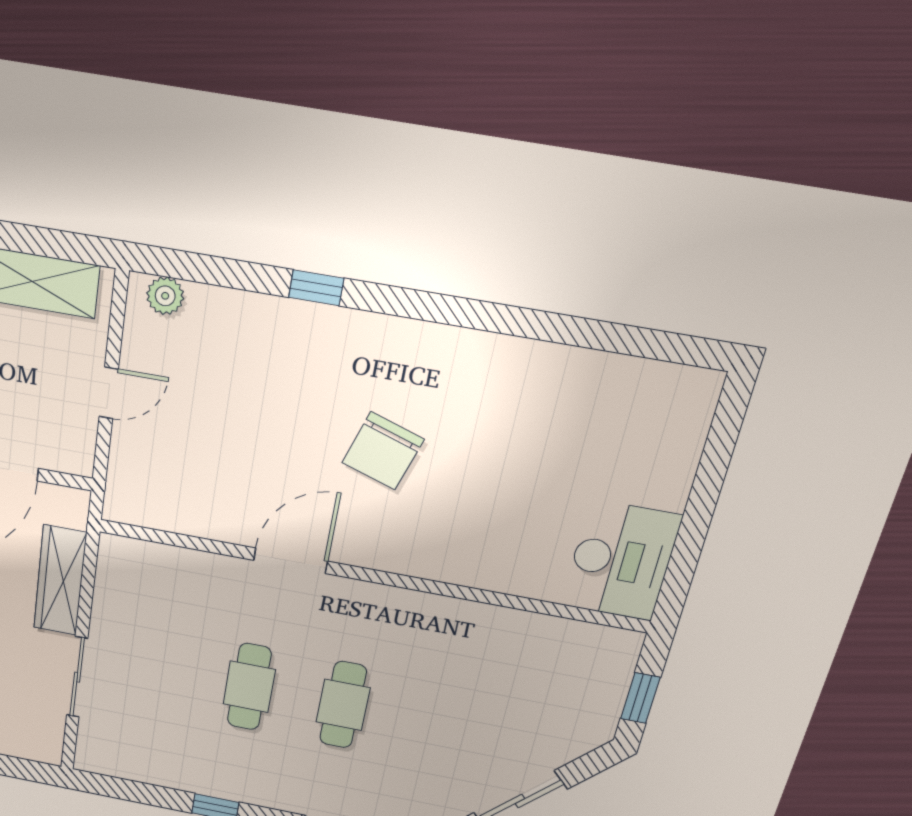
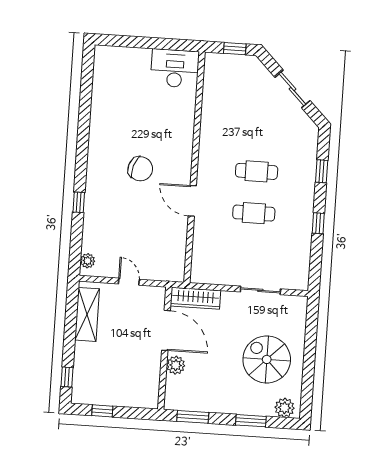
wardrobe: (60, 581) -> (195, 298), moved

